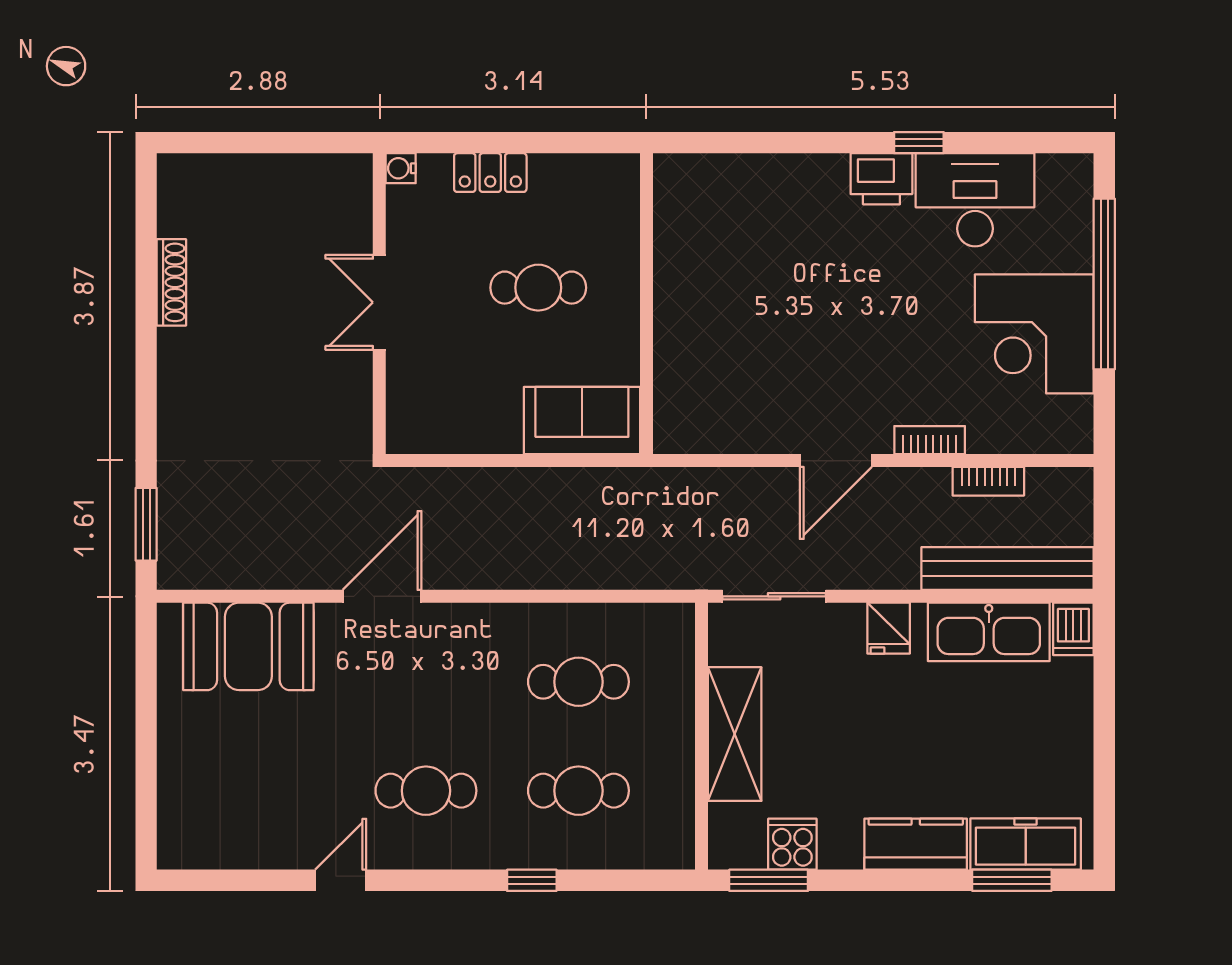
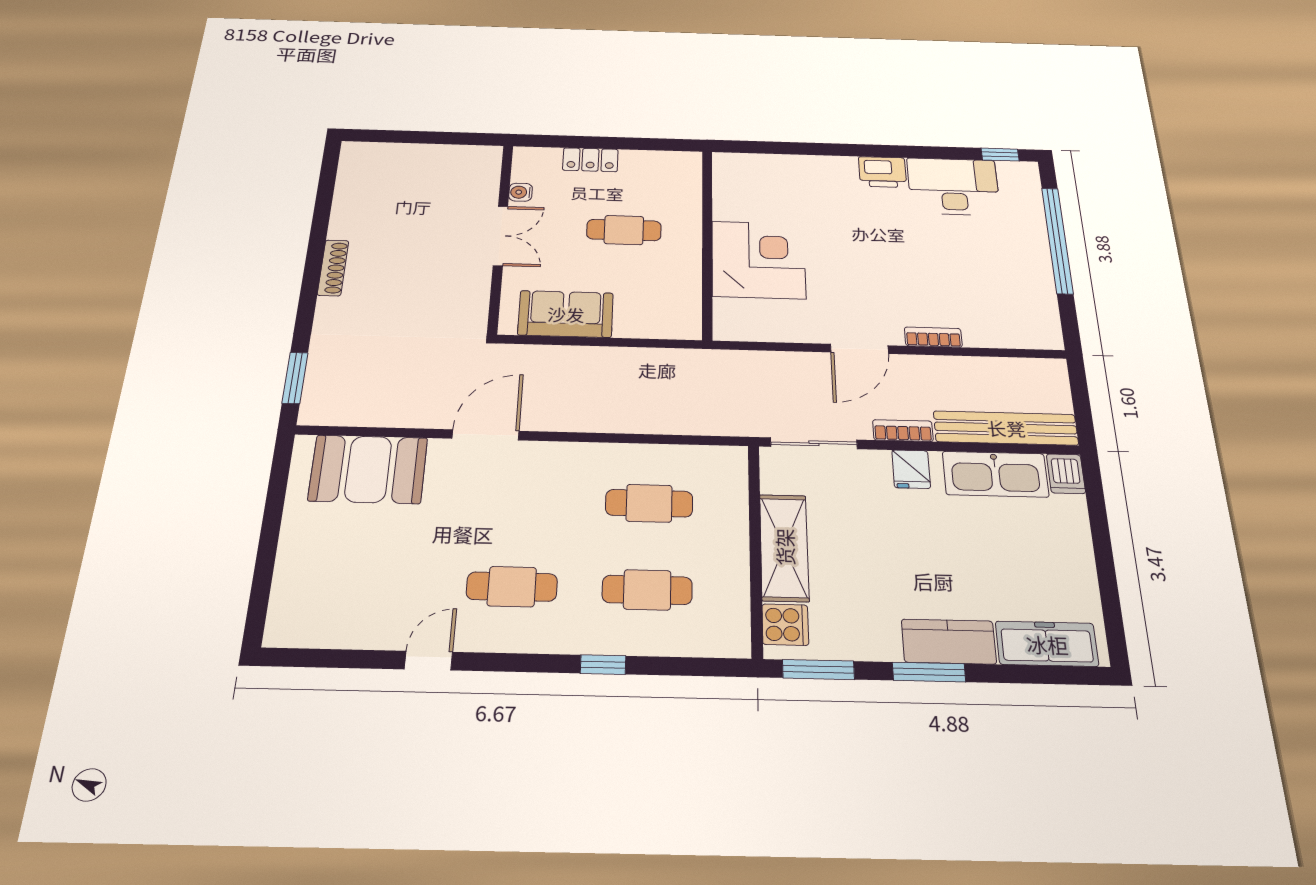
window: (919, 143) -> (1000, 155), moved
water cooler: (401, 168) -> (521, 192), moved
shoe rack: (171, 282) -> (333, 268), moved
double door: (379, 302) -> (500, 236), swing flipped
corner desk: (1034, 334) -> (758, 260), moved, turned 180
sofa: (582, 421) -> (566, 314), moved
bookcase: (988, 481) -> (903, 431), moved, turned 180
cooker: (792, 844) -> (785, 625), moved, turned 90
window: (1012, 880) -> (929, 672), moved

